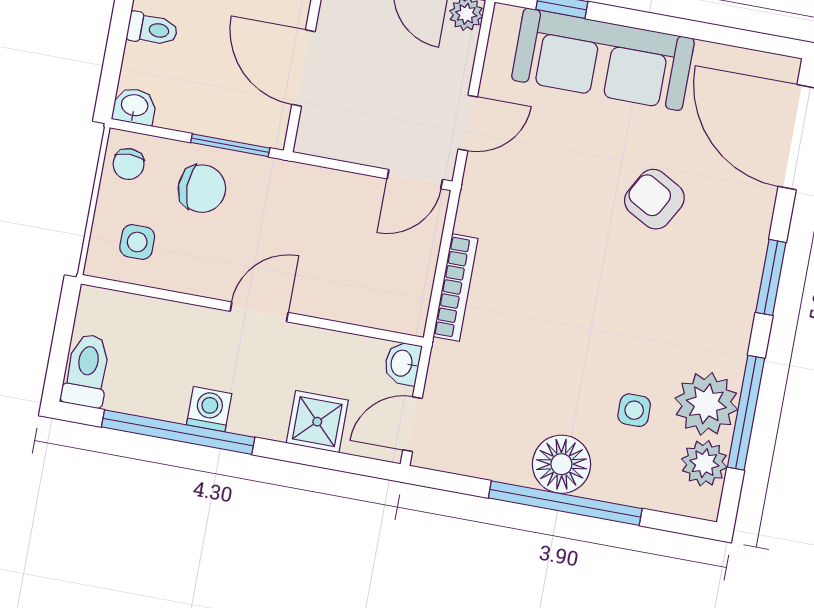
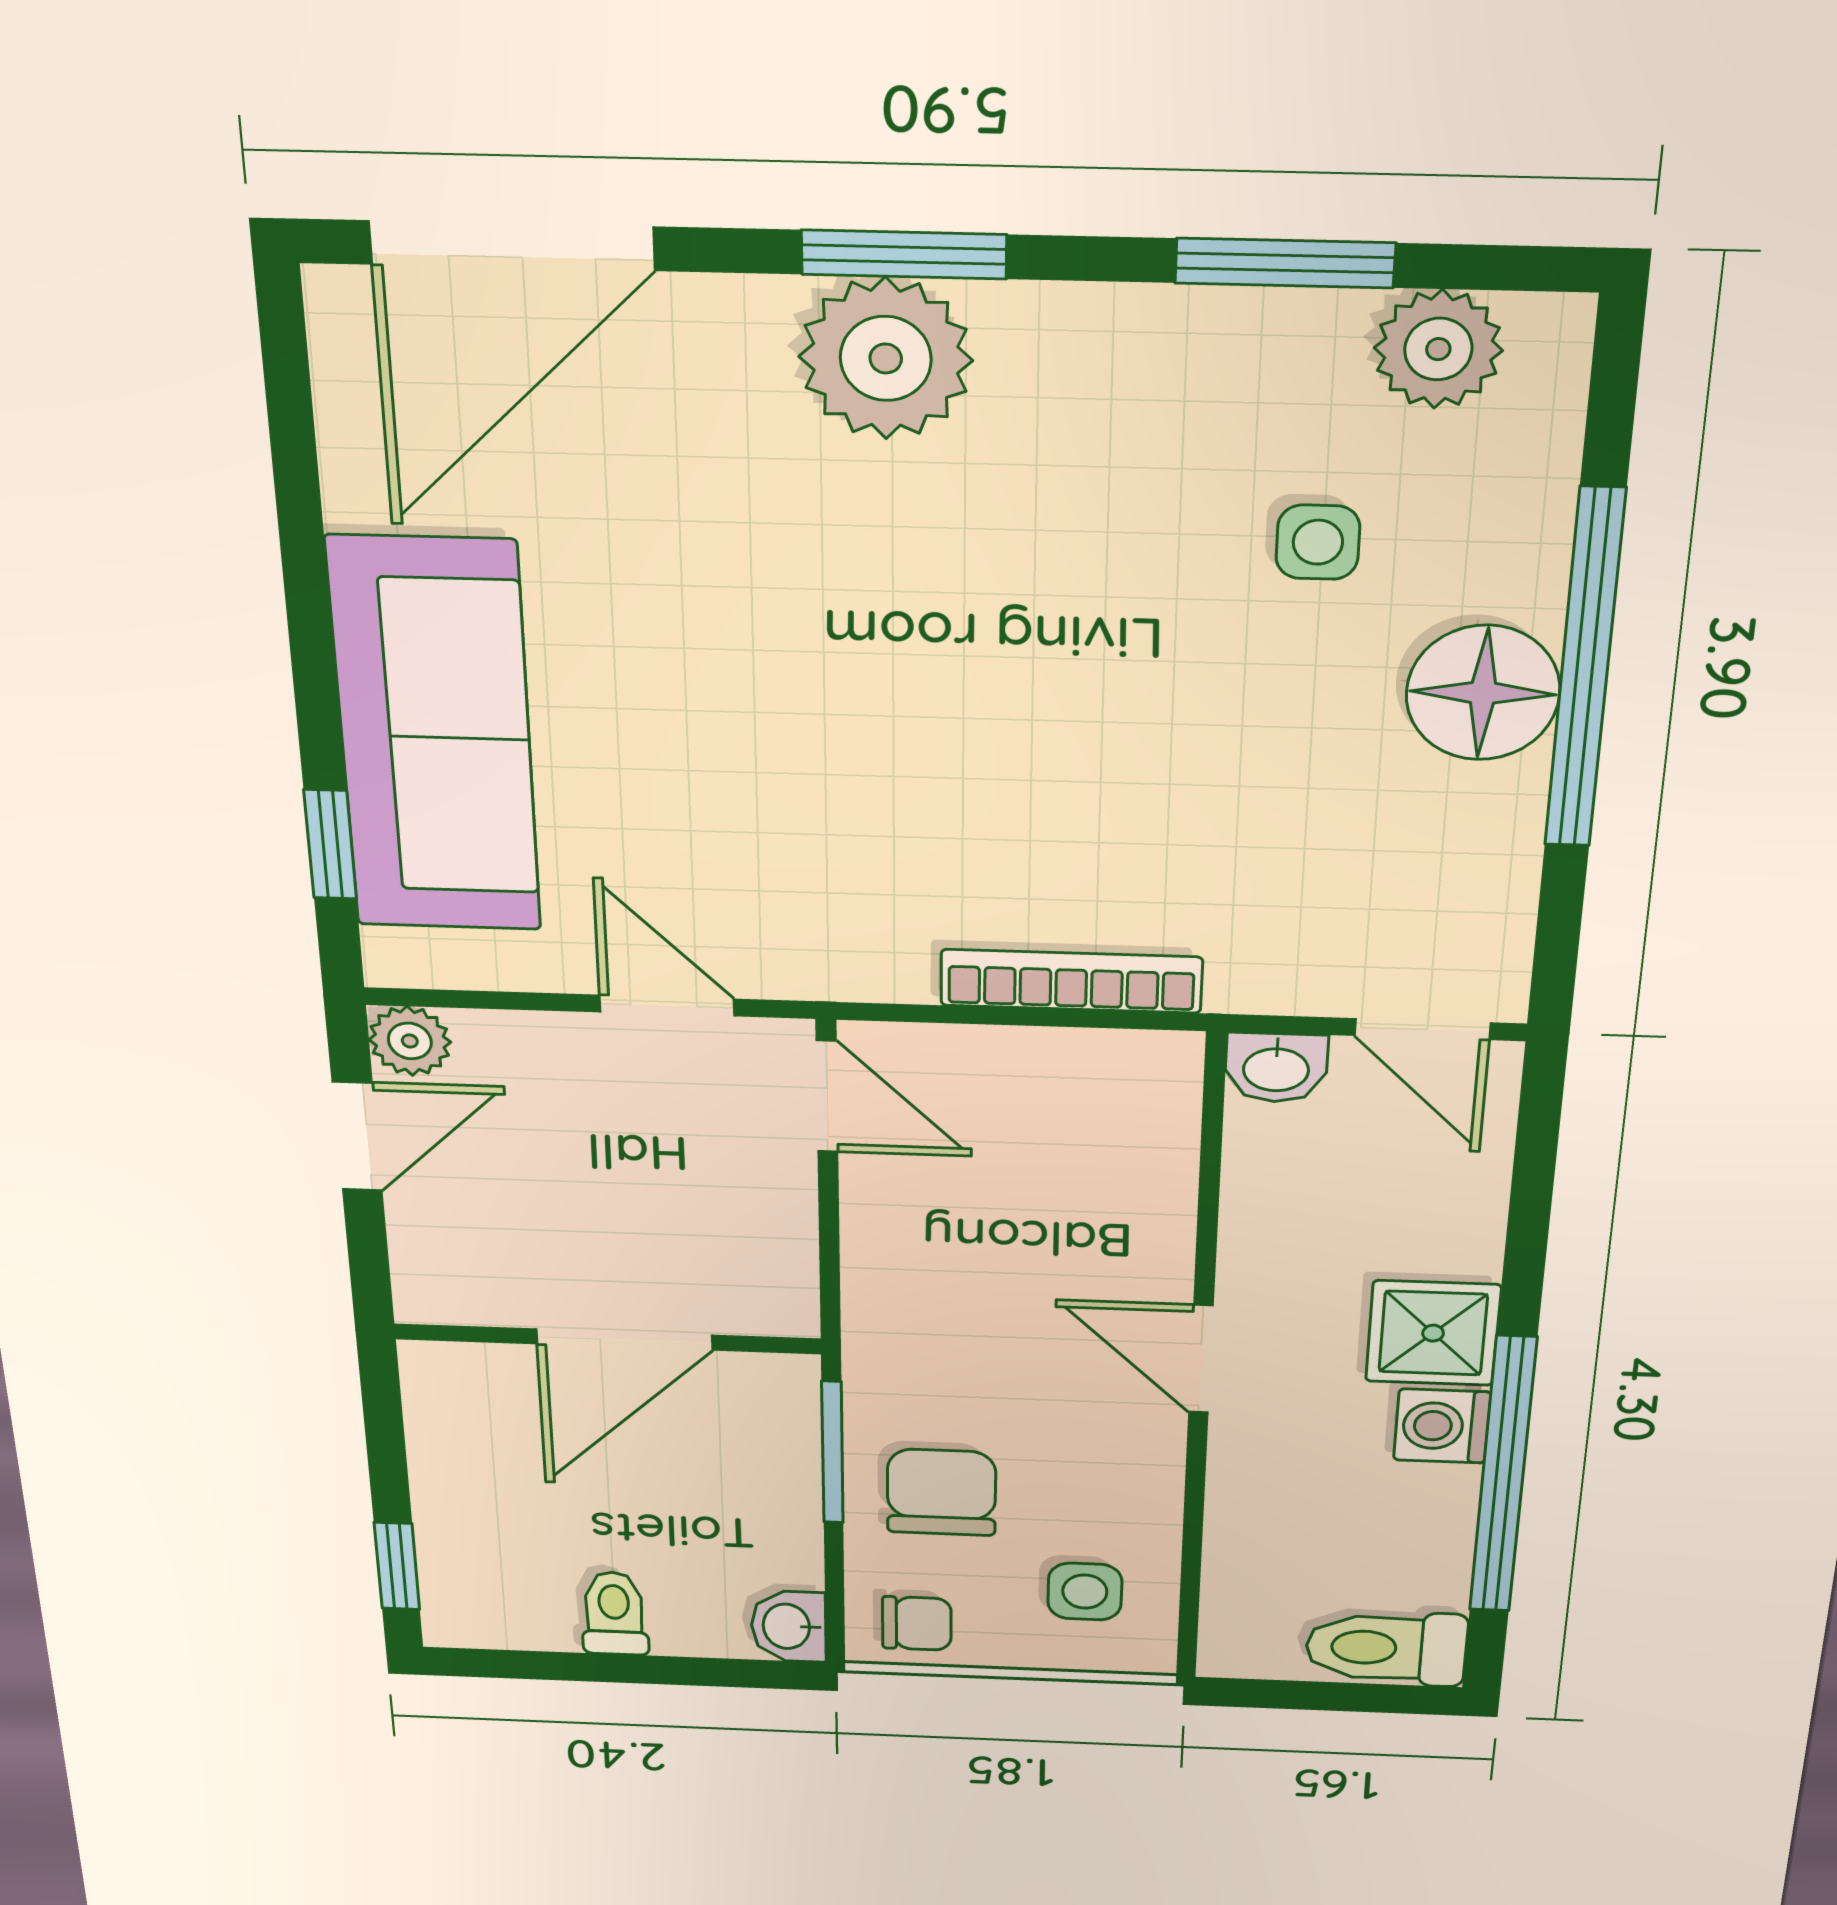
armchair: (654, 199) -> (757, 571), removed
plant: (706, 404) -> (886, 359), moved
window: (746, 413) -> (1285, 263), width x0.69
shower: (317, 422) -> (1433, 1333), moved

